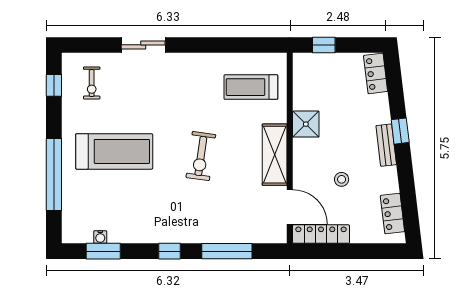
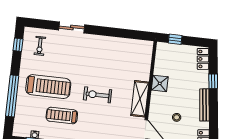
treadmill: (251, 87) -> (62, 116), moved
window: (400, 131) -> (213, 81), moved
bench: (386, 145) -> (204, 105), width x1.36
exercise bike: (201, 156) -> (98, 95), turned 82

